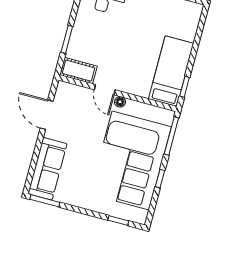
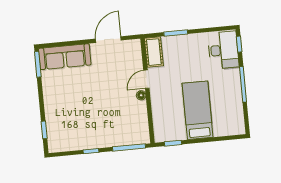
bed: (171, 71) -> (198, 110), moved, turned -90
corner sofa: (131, 160) -> (97, 122), removed

